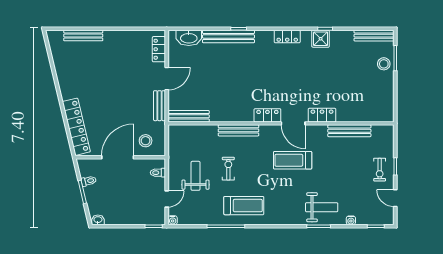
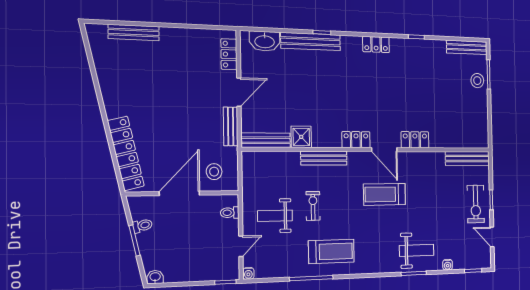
shower: (321, 39) -> (301, 137), moved
bench: (349, 131) -> (467, 158), moved
exercise bike: (380, 170) -> (476, 204), width x1.38, depth x1.39
weight bench: (196, 176) -> (275, 216), turned -90

